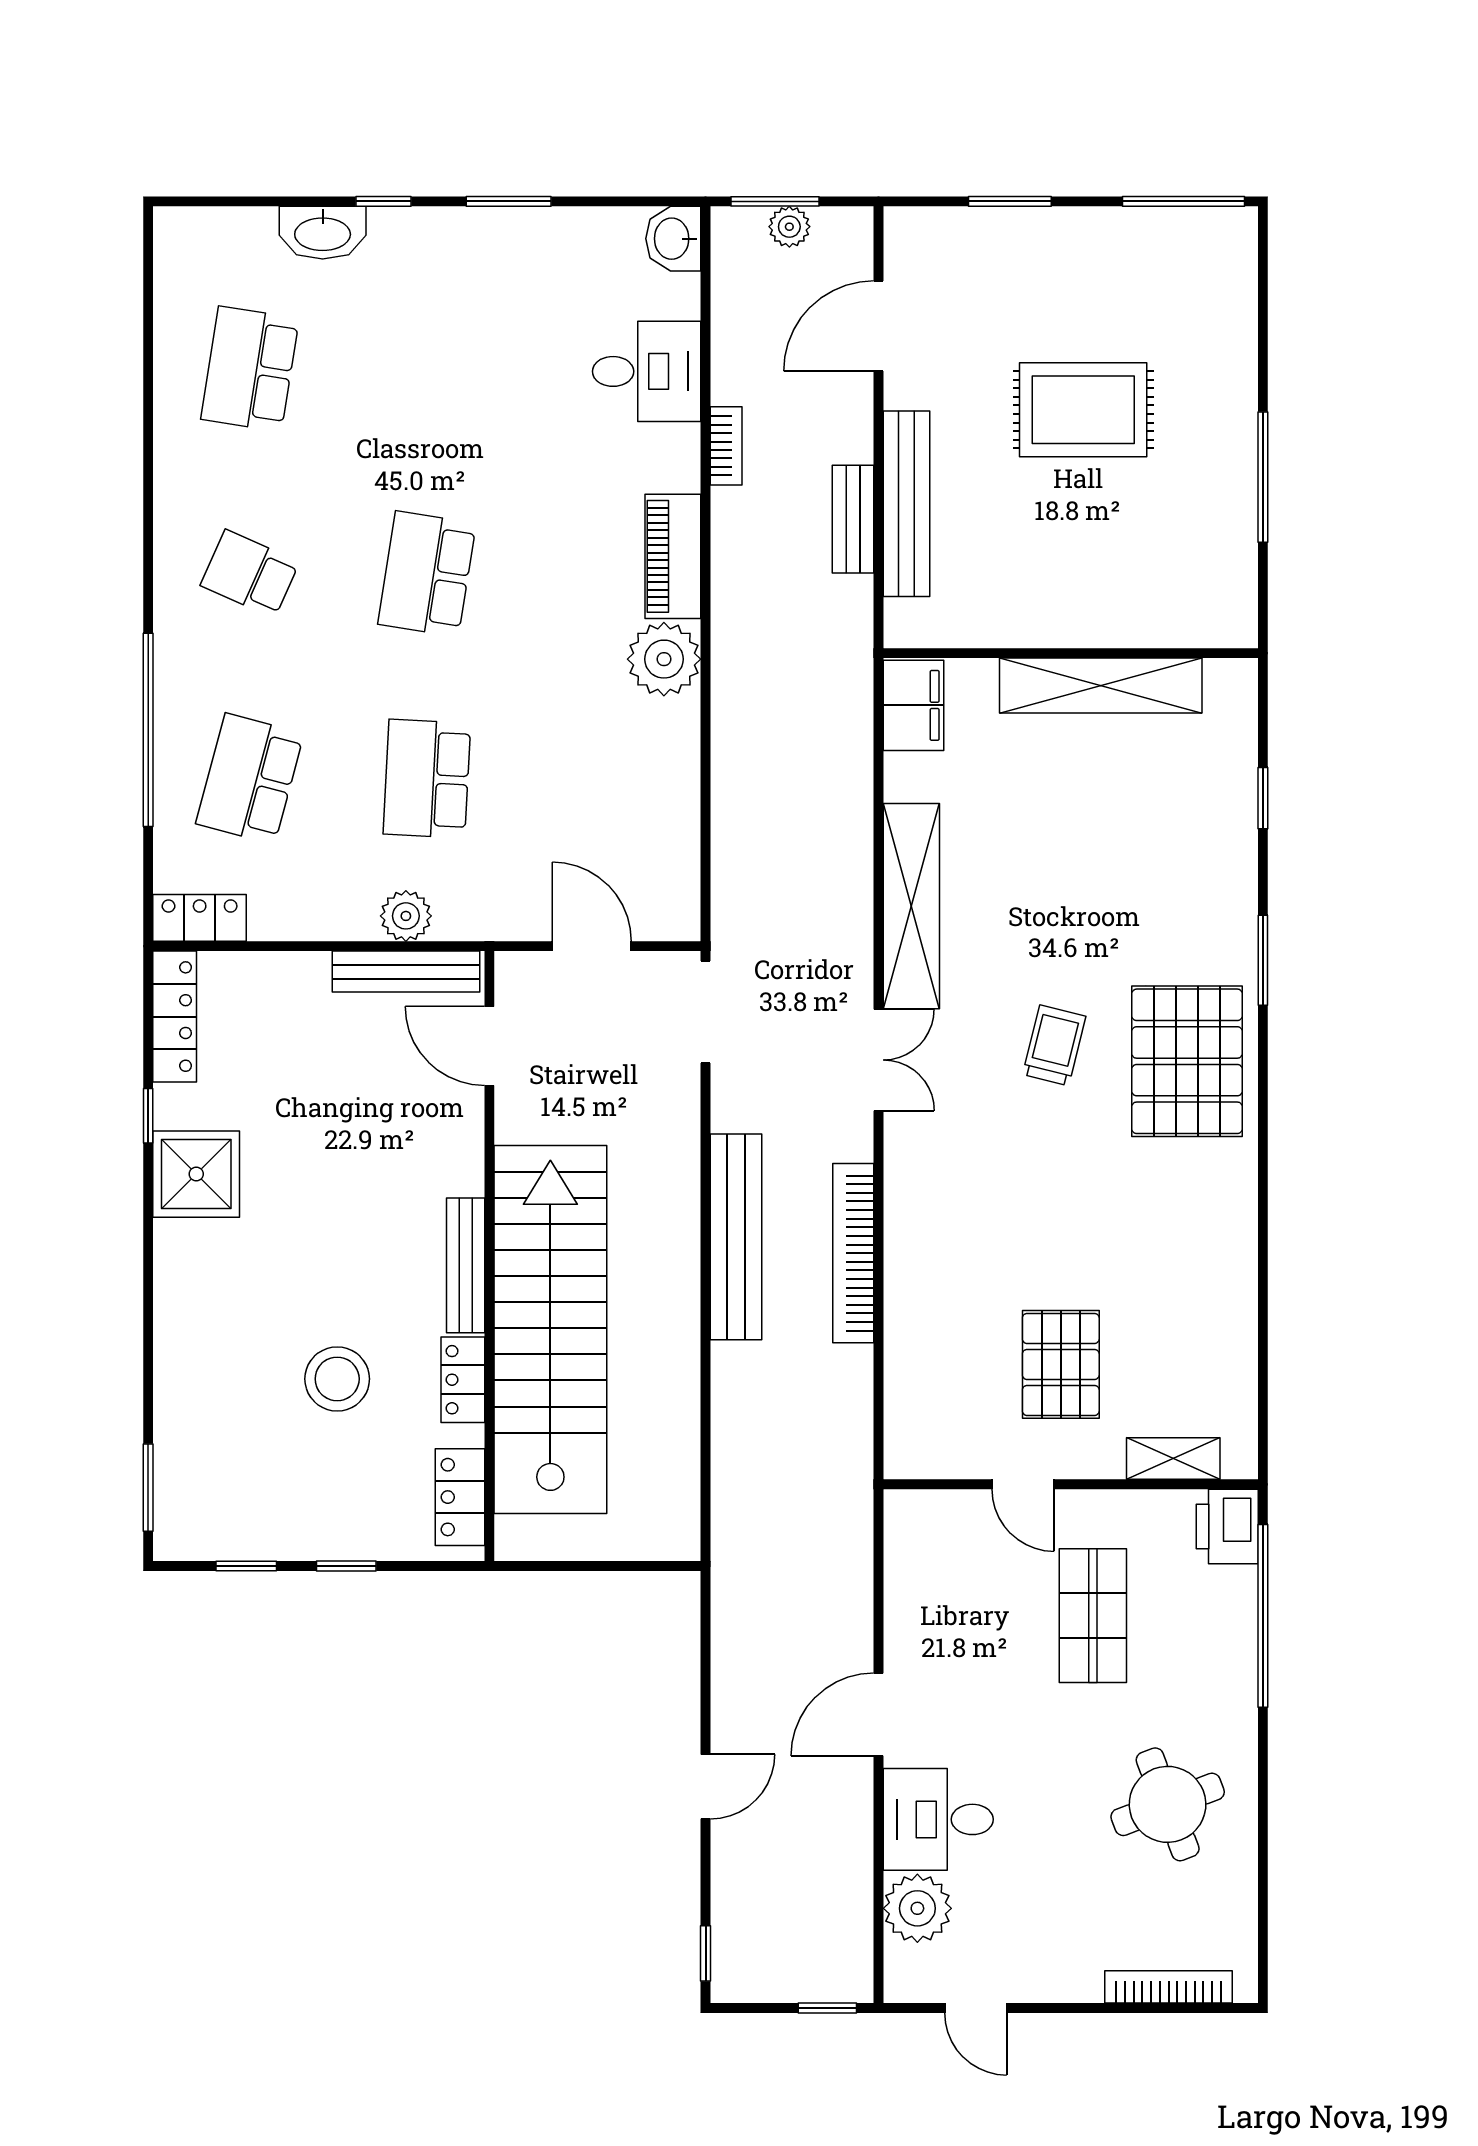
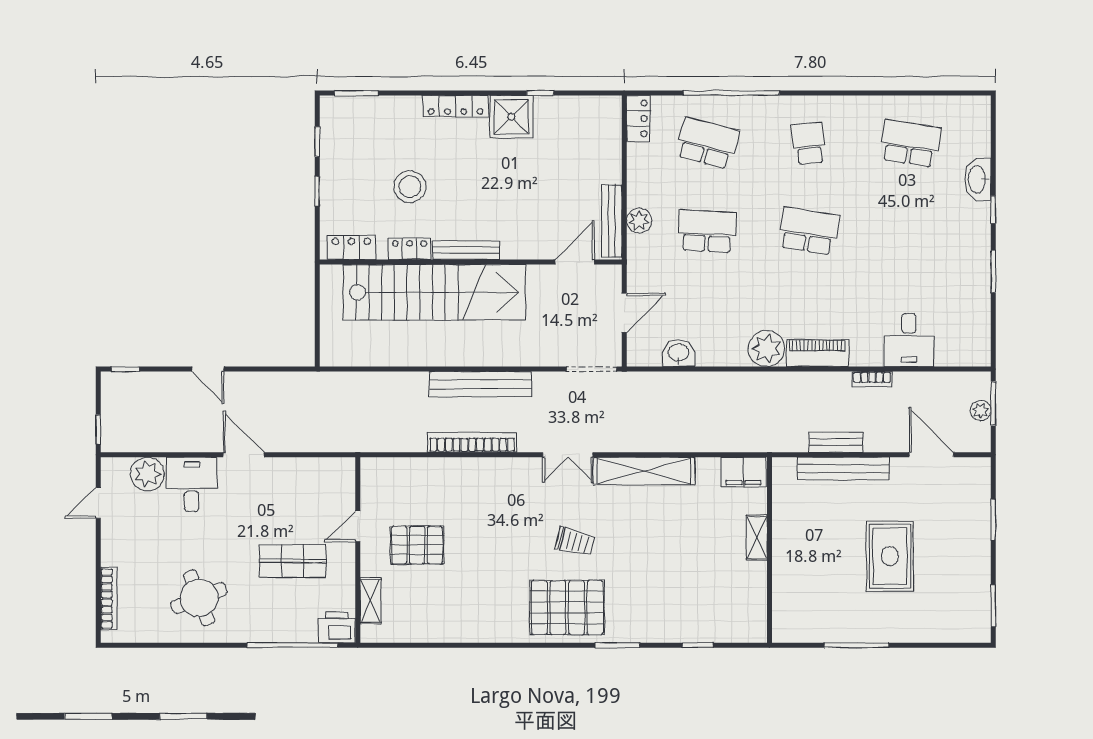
window: (1184, 201) -> (993, 606), width x0.69
washbasin: (673, 239) -> (679, 353), moved
school desk: (250, 574) -> (809, 143), turned -30
shelving: (1101, 685) -> (757, 537), width x0.45, depth x0.75
locker: (175, 1017) -> (456, 106), moved

